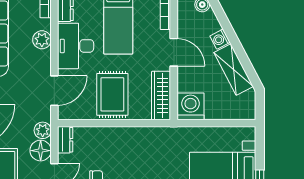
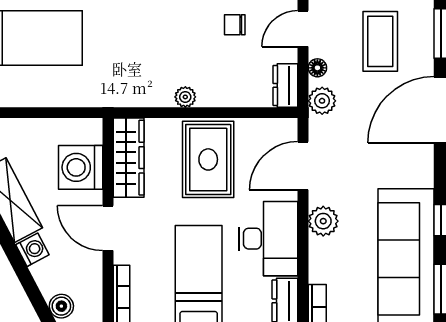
plant: (42, 40) -> (323, 221), moved
washing machine: (191, 106) -> (81, 167), moved, turned 90
plant: (126, 133) -> (185, 97), added
floor lamp: (41, 151) -> (317, 68), width x0.53, depth x0.53

